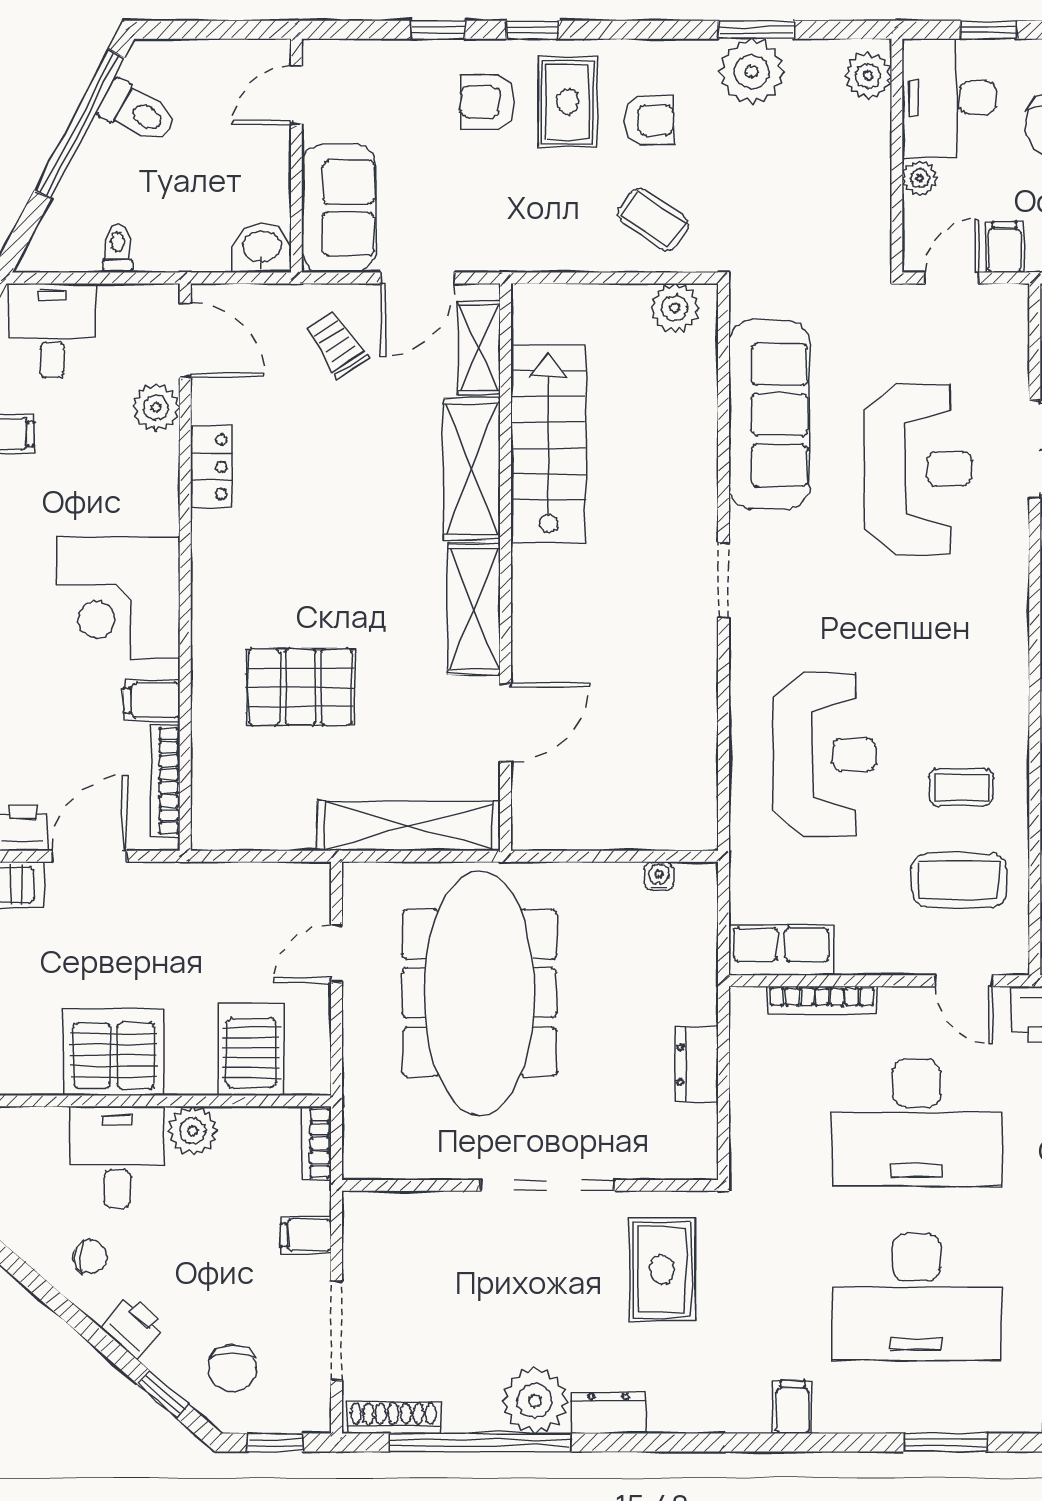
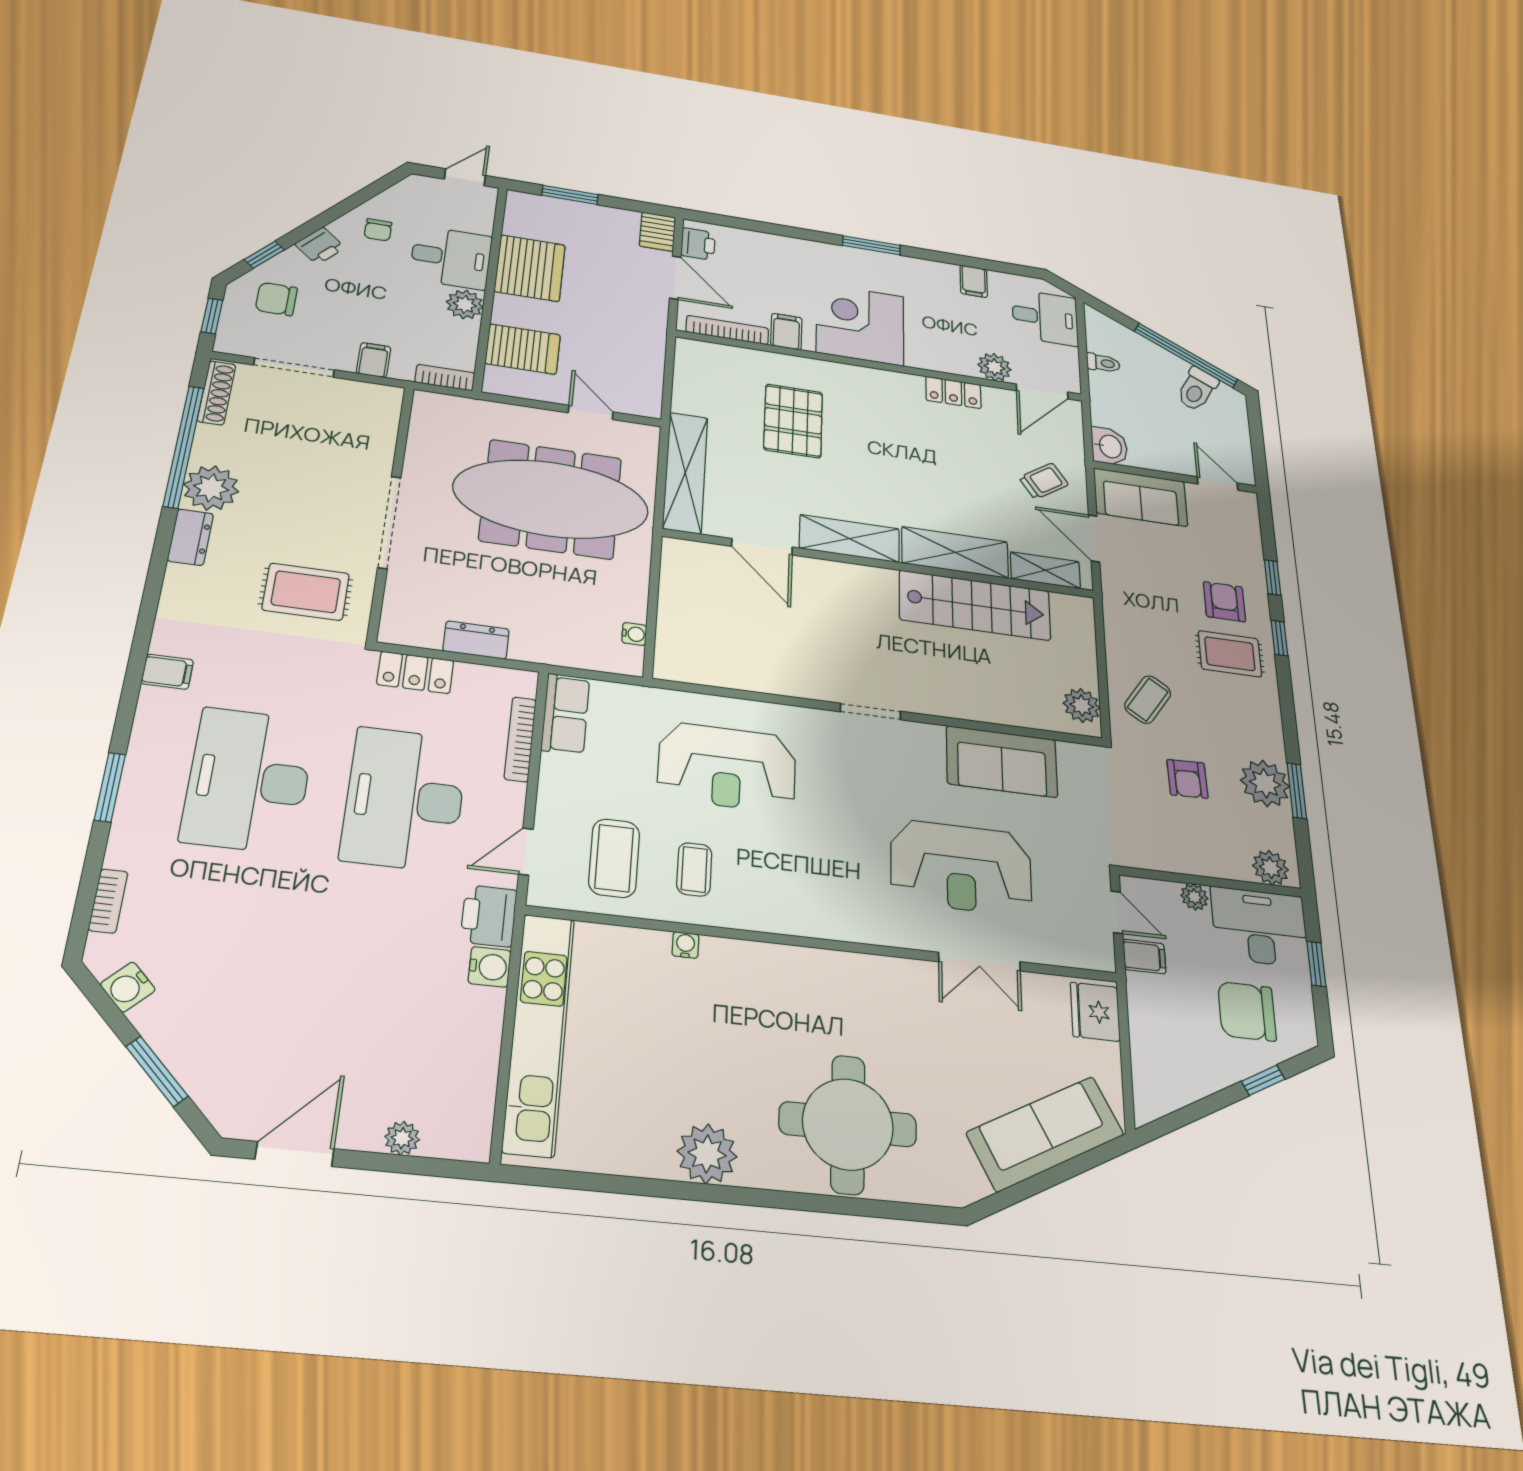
armchair: (649, 120) -> (1187, 779), moved
sofa: (769, 415) -> (1002, 761), width x0.73
locker: (751, 1130) -> (415, 672), added

